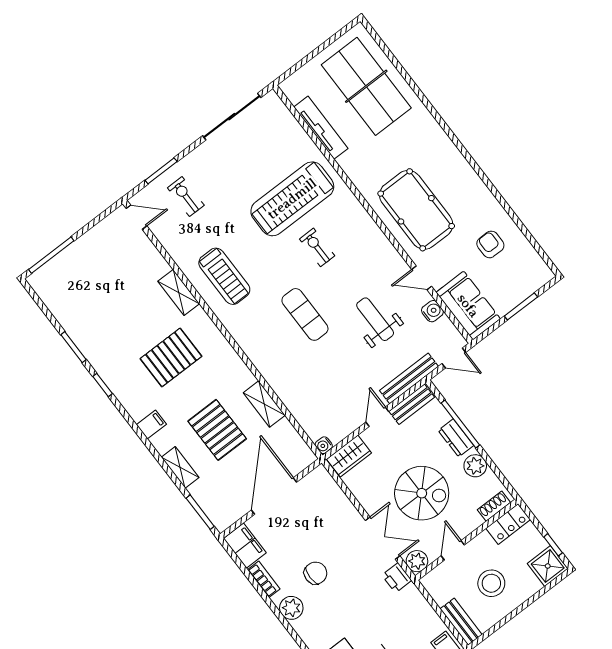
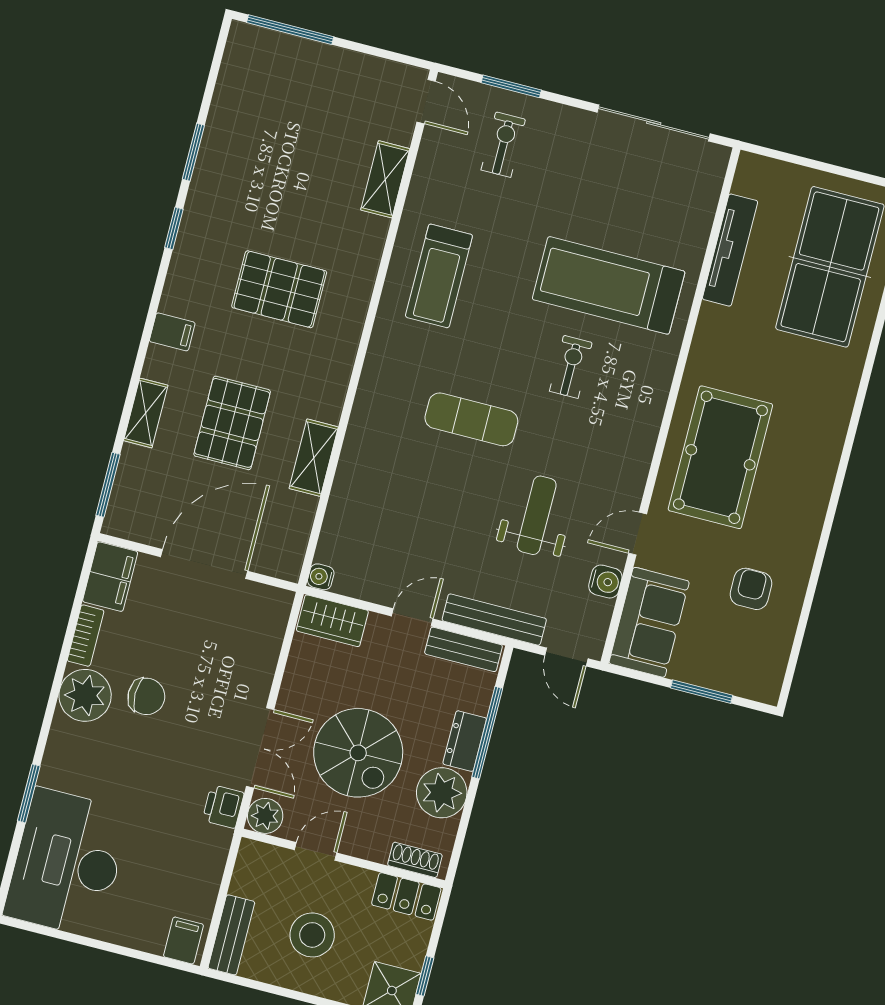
door: (422, 278) -> (638, 534), hinge flipped
shelving: (179, 293) -> (385, 179), moved
exercise mat: (305, 314) -> (471, 419), turned 90
plant: (475, 466) -> (442, 793), width x1.36, depth x1.36
plant: (291, 608) -> (85, 695), width x1.36, depth x1.36

